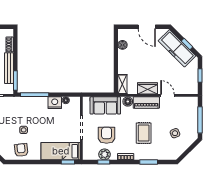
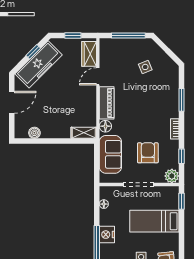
wardrobe: (147, 88) -> (89, 54), moved
nightstand: (55, 103) -> (107, 235), moved
rug: (144, 133) -> (145, 106), removed
armchair: (107, 135) -> (148, 153), turned 90
bed: (61, 151) -> (154, 221), moved, turned 90
plant: (105, 154) -> (172, 176), moved

